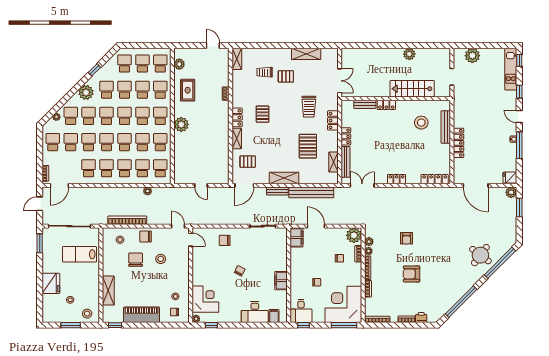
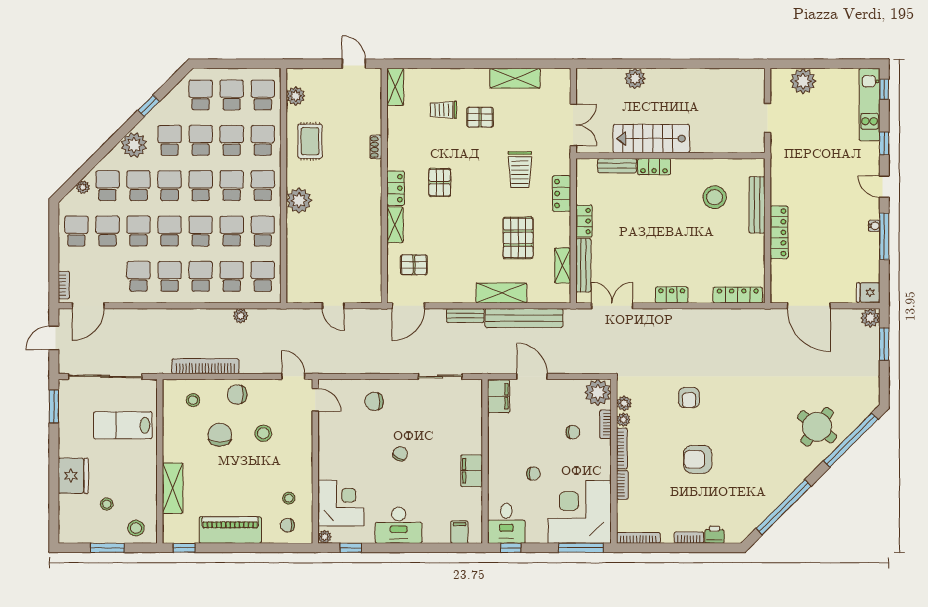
plant: (409, 54) -> (635, 78), moved
stairs: (412, 89) -> (651, 139), moved
shelving: (284, 178) -> (501, 293), moved
desk: (255, 312) -> (399, 525), moved

